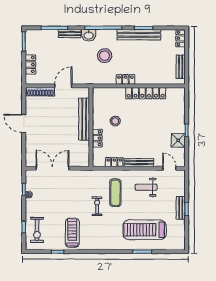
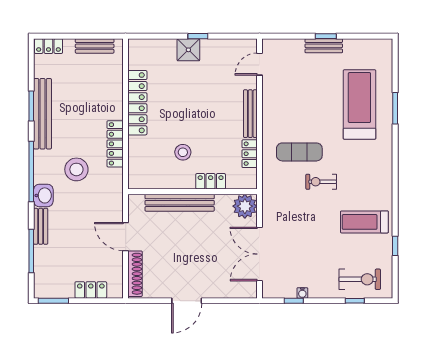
locker: (125, 79) -> (115, 144), width x1.53
shower: (178, 140) -> (188, 50), moved
plant: (82, 159) -> (245, 206), added
weight bench: (146, 187) -> (290, 102), removed
treadmill: (145, 230) -> (359, 104), turned 180

